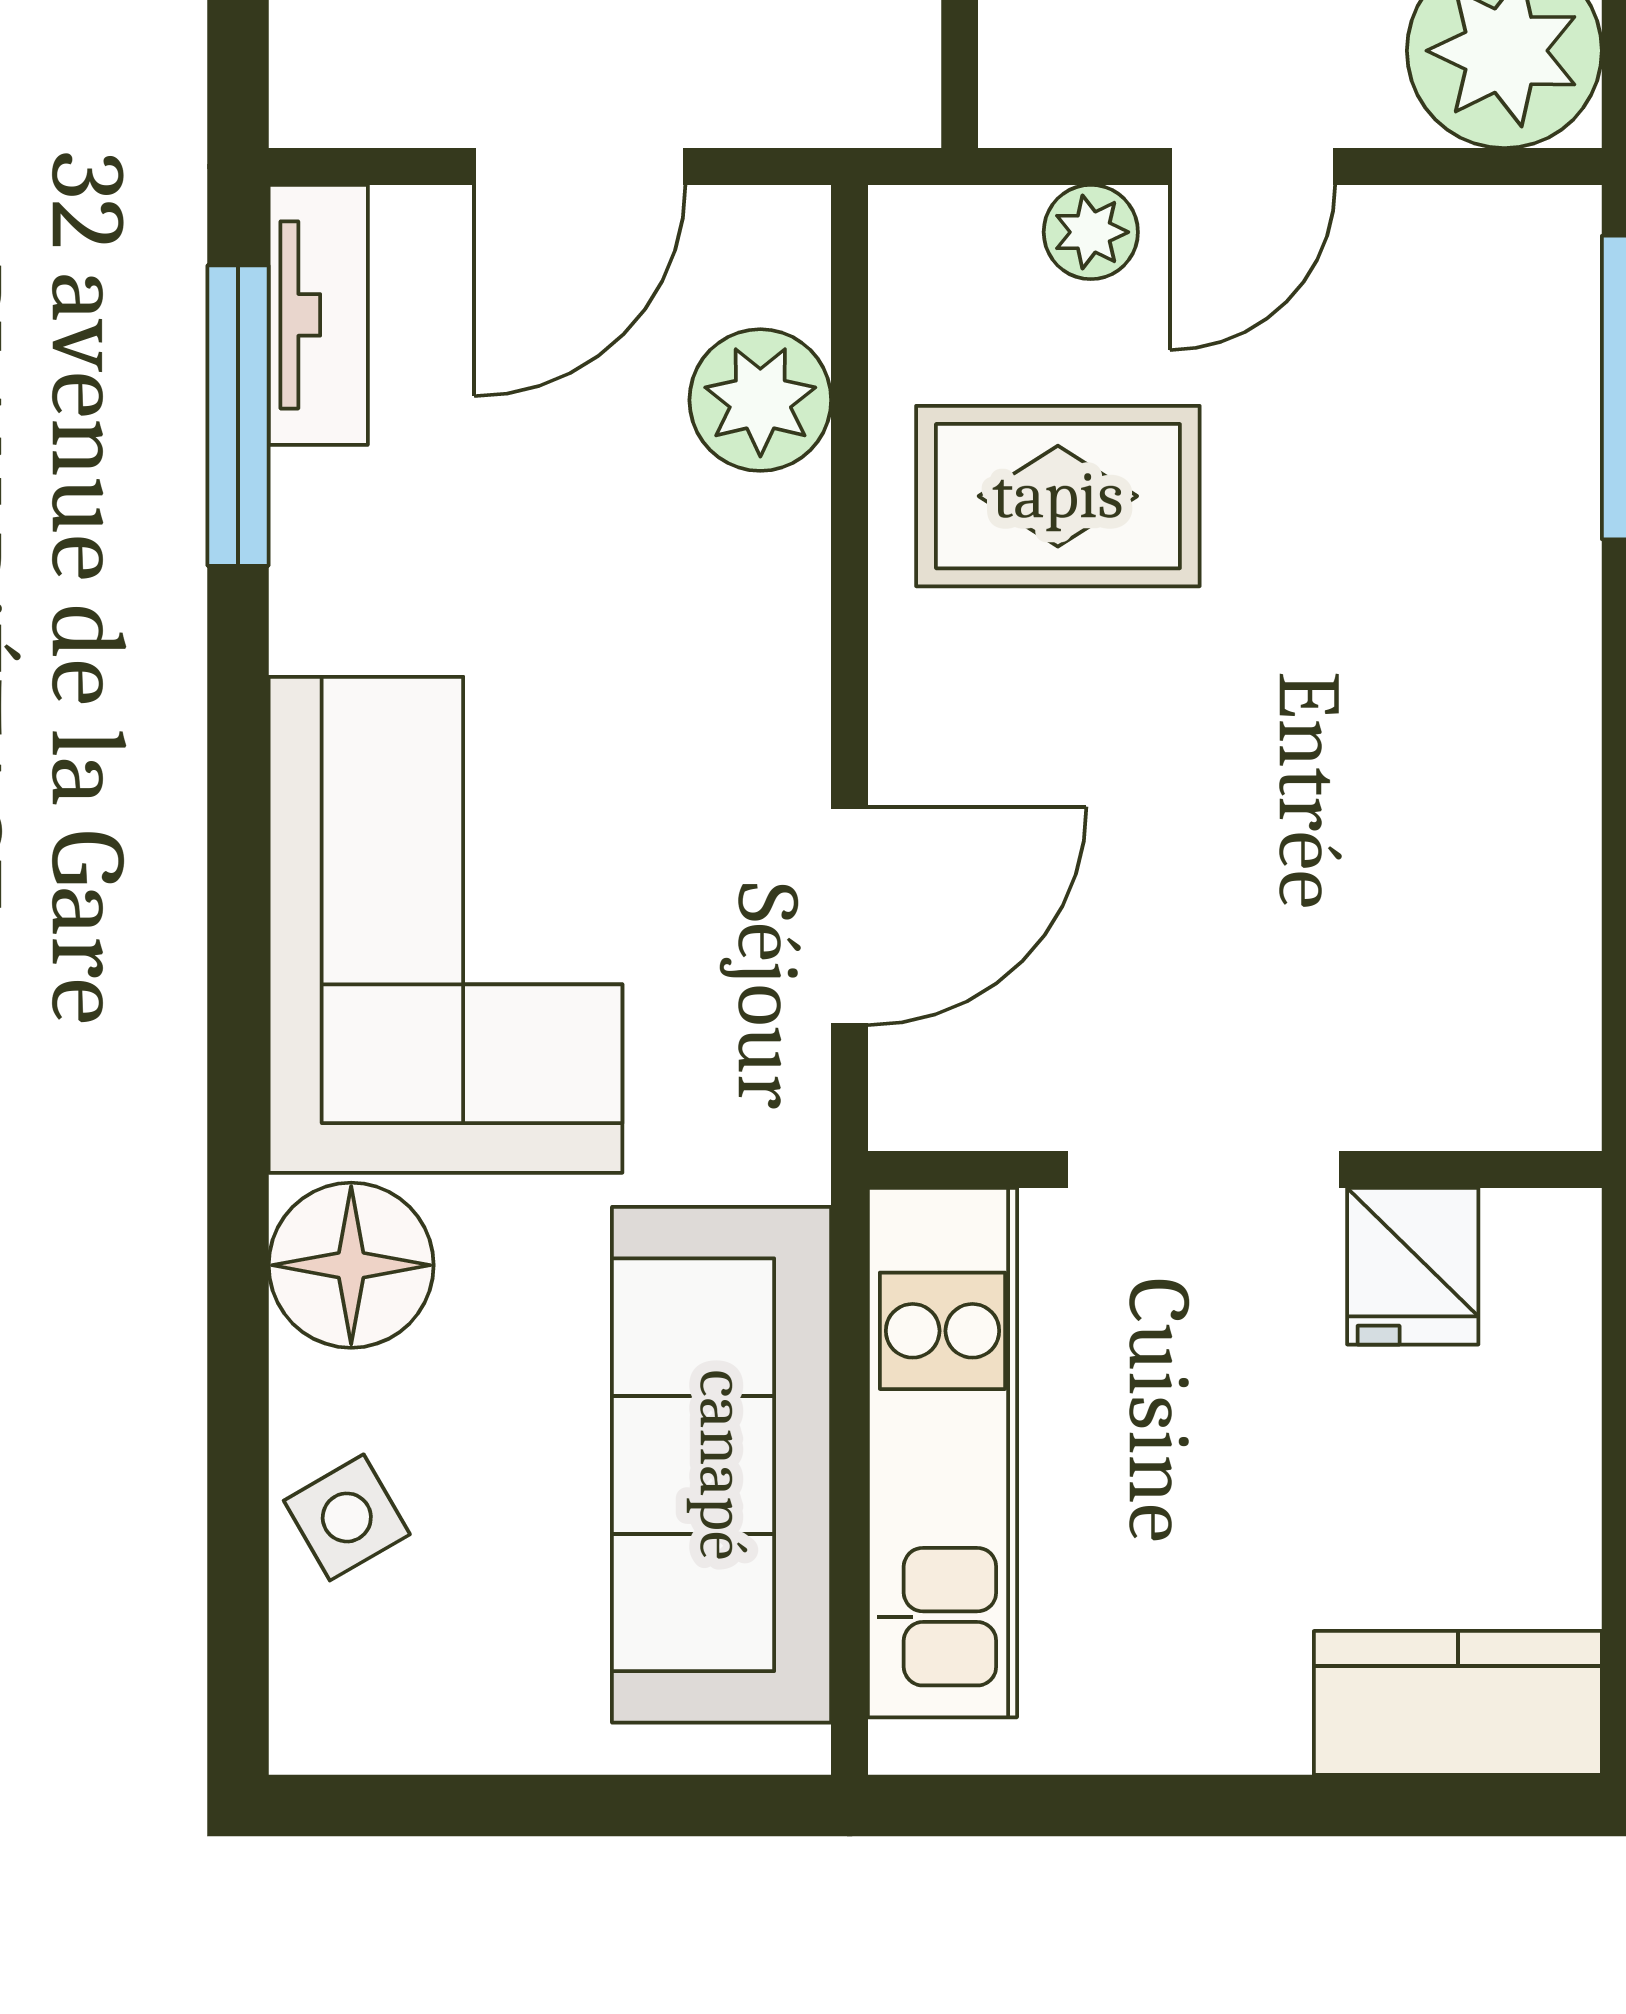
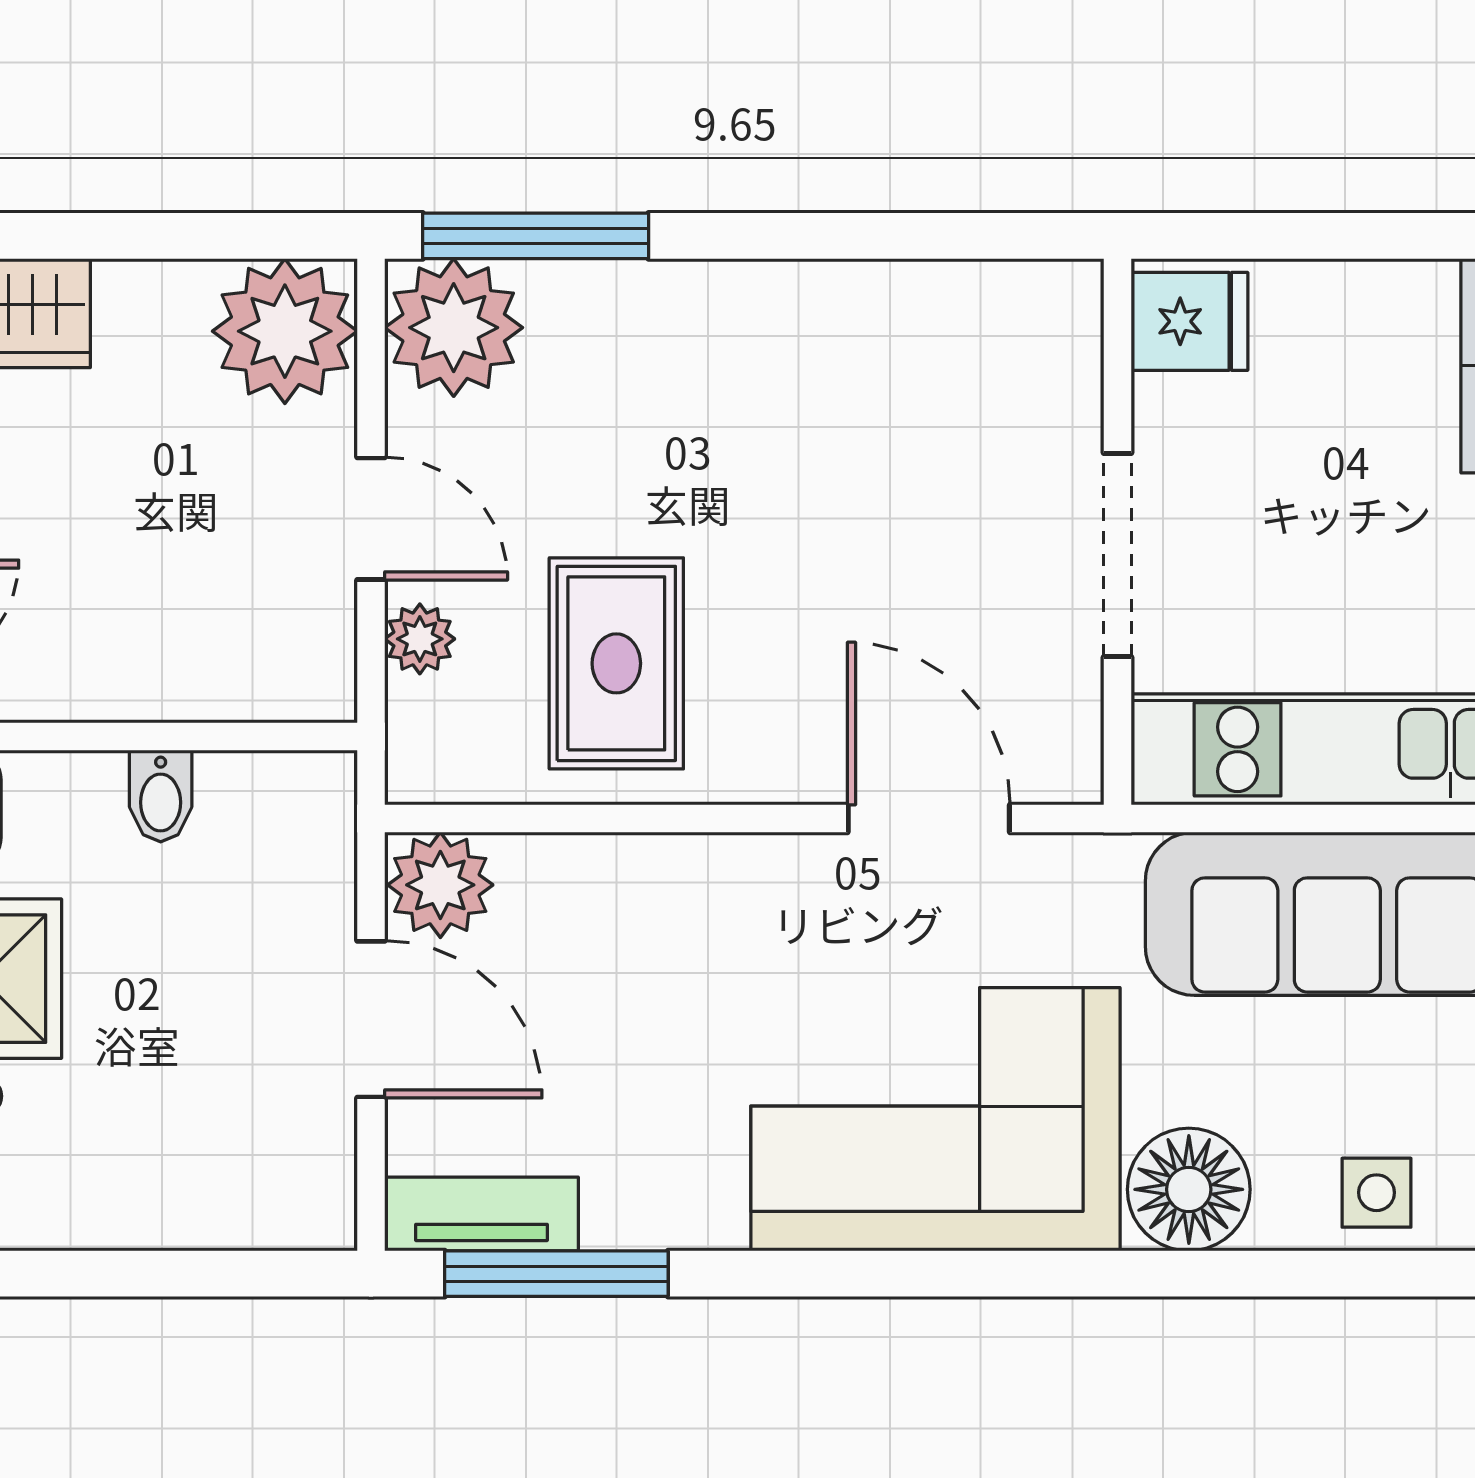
plant: (1509, 278) -> (454, 328), added
plant: (760, 400) -> (440, 885), moved
fridge: (1413, 1266) -> (1189, 321), moved
side table: (347, 1517) -> (1377, 1193), turned 30

